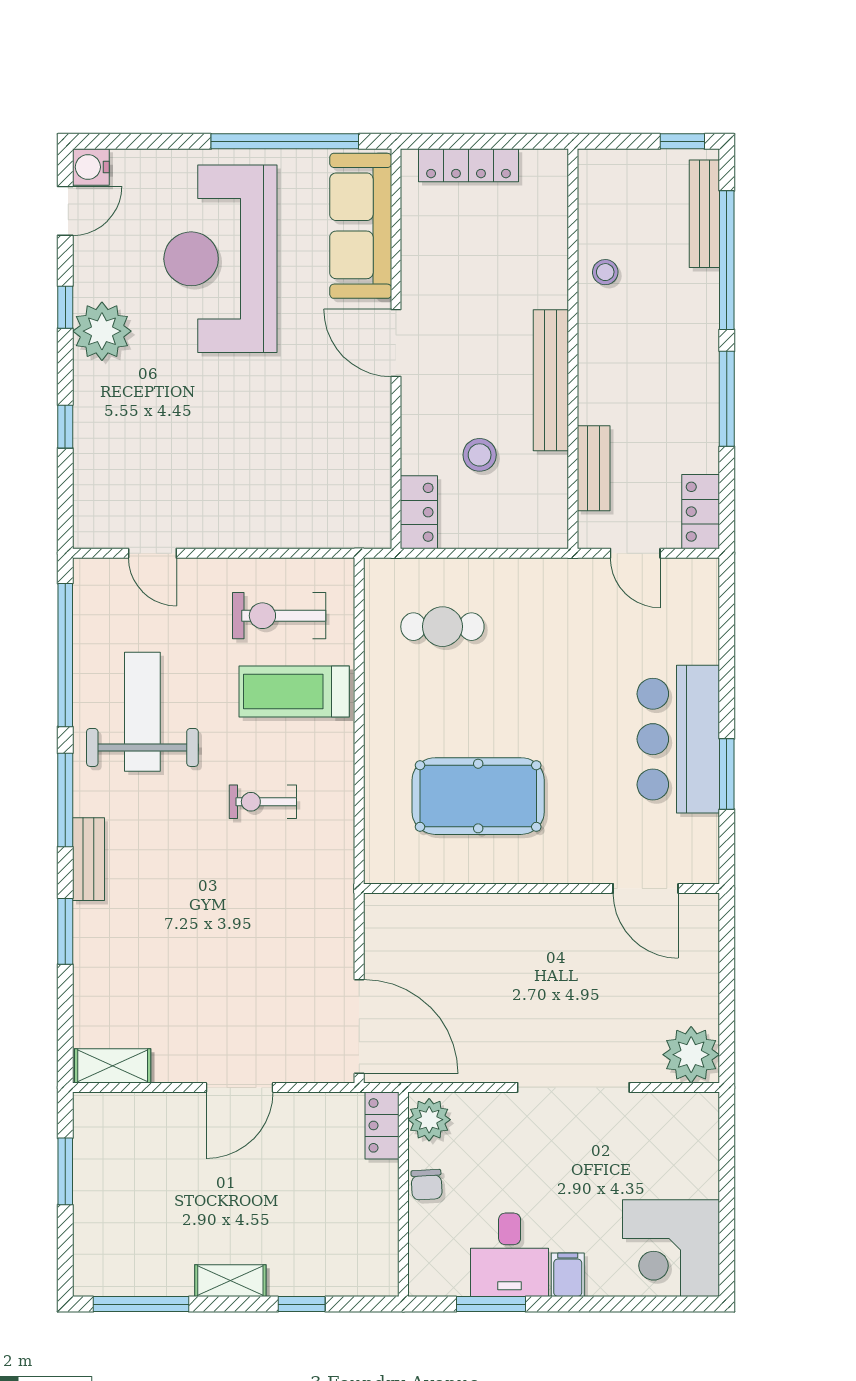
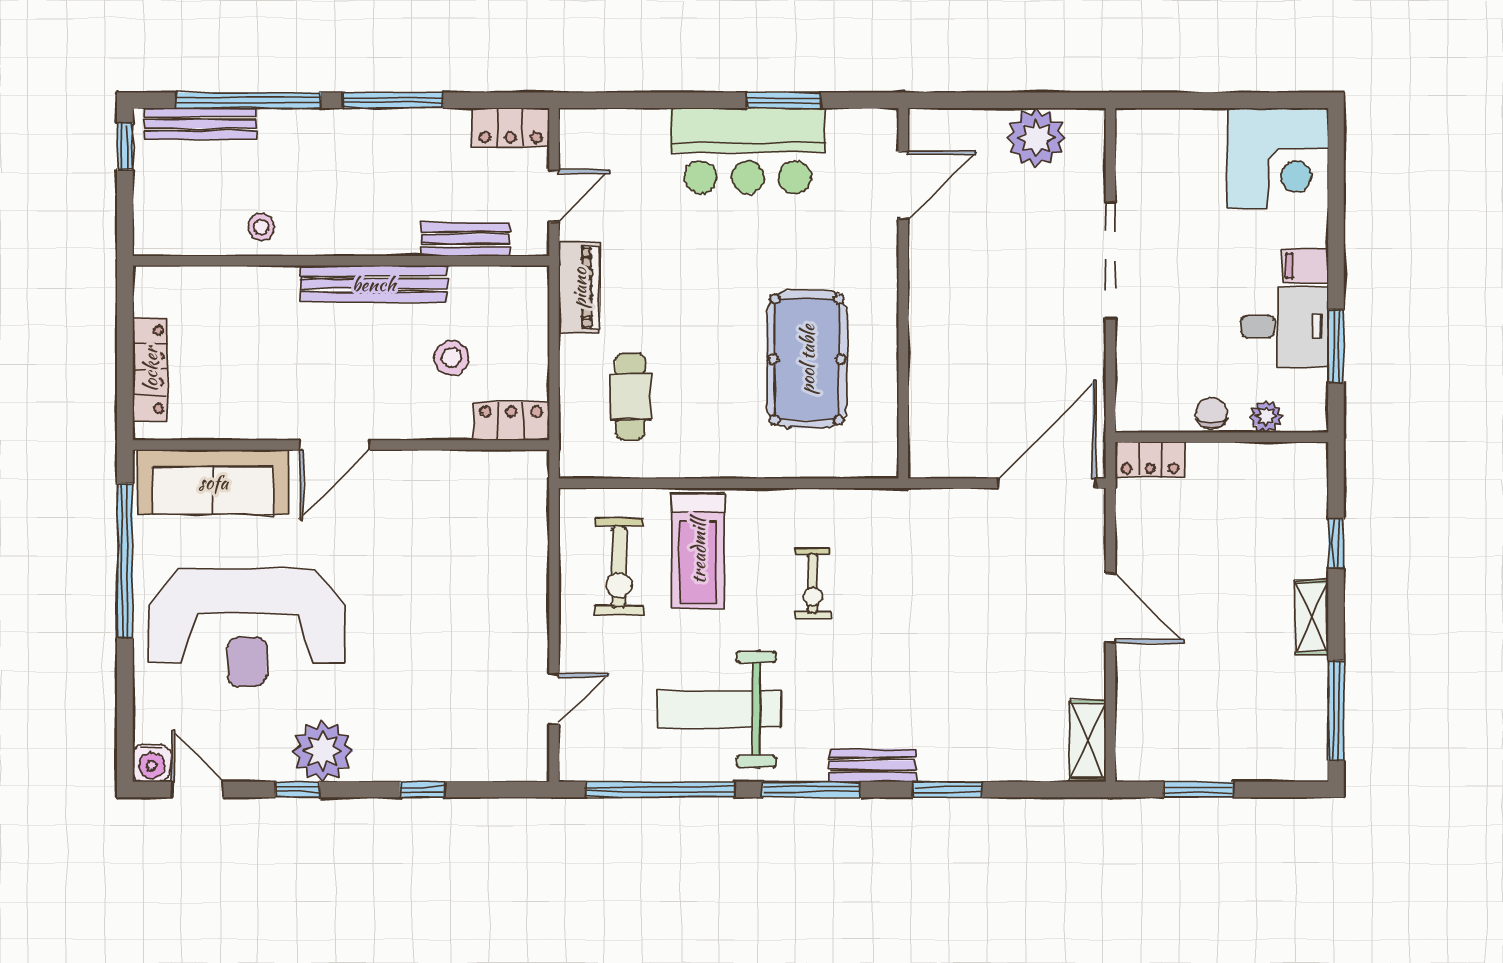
piano: (547, 577) -> (579, 288), added
plant: (691, 1055) -> (1036, 137), moved
plant: (429, 1120) -> (1266, 416), moved, width x0.73, depth x0.73
chair: (427, 1185) -> (1212, 413), turned -87

